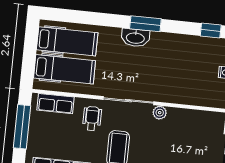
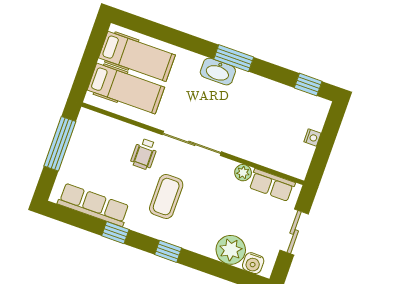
row of seats: (56, 104) -> (272, 185), moved
plant: (160, 113) -> (243, 173), moved
wheelchair: (92, 118) -> (144, 154), turned 180

